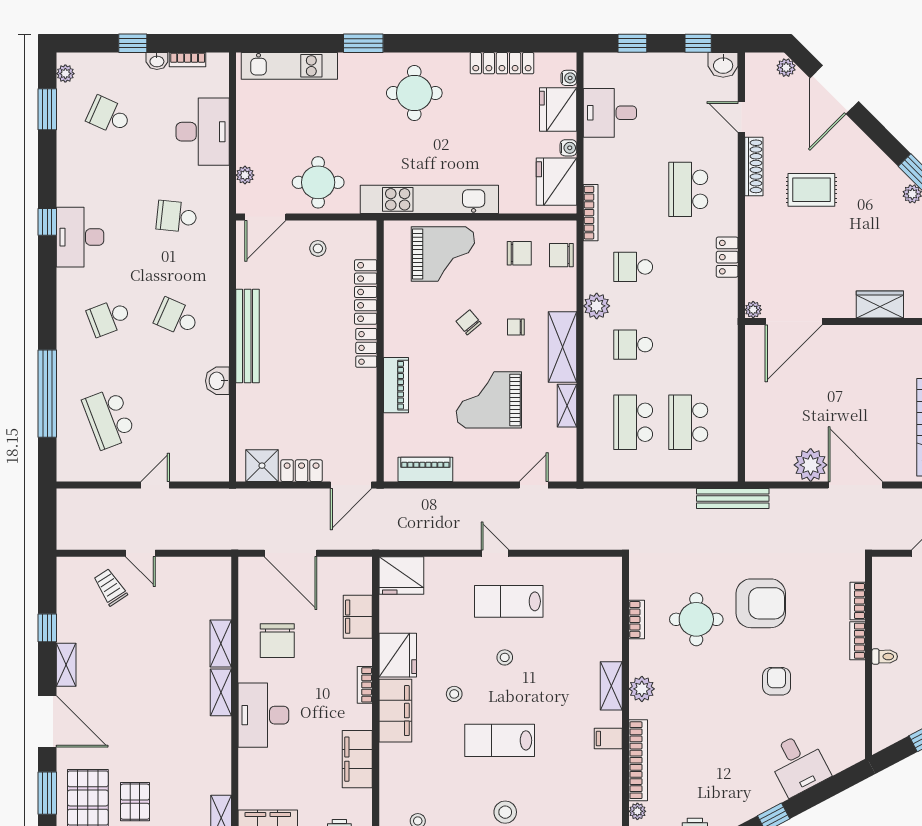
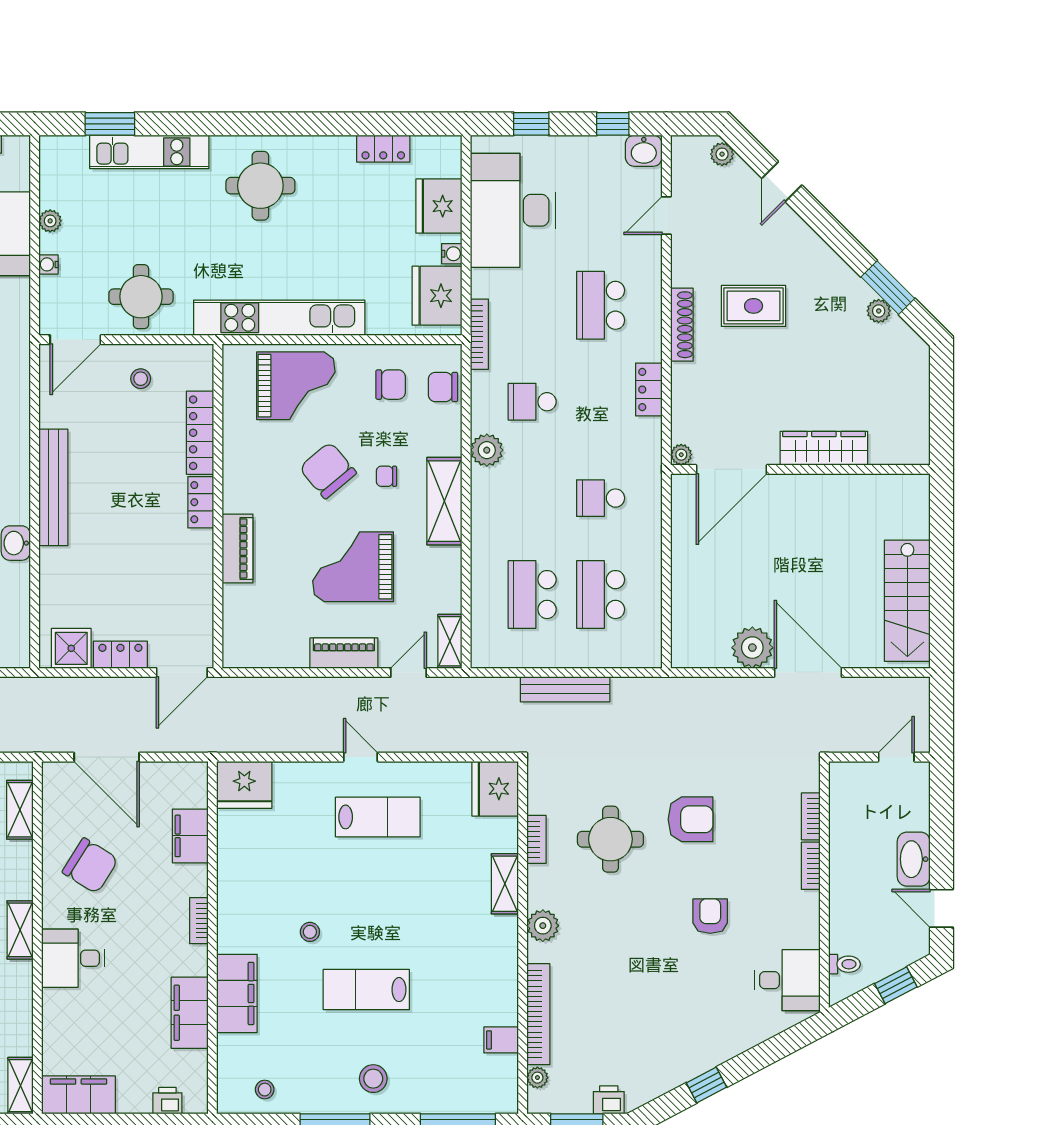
window: (363, 43) -> (110, 124), moved
locker: (502, 63) -> (383, 149), width x0.66
kitchen unit: (289, 66) -> (149, 152), moved
water cooler: (569, 78) -> (48, 264), moved, turned 180
door: (834, 90) -> (782, 182), width x0.53
desk: (610, 113) -> (513, 210), width x1.87, depth x1.30
door: (741, 117) -> (666, 215), hinge flipped
shoe rack: (754, 166) -> (682, 325), moved
plant: (245, 175) -> (50, 221), moved
wardrobe: (880, 304) -> (824, 448), width x1.50
chair: (469, 322) -> (328, 470), width x1.87, depth x1.87
school desk: (633, 345) -> (601, 498), moved
shelving: (567, 406) -> (450, 641), moved
piano: (425, 469) -> (344, 653), moved
bench: (733, 499) -> (565, 689), moved
lab bench: (509, 601) -> (378, 817), turned 180
armchair: (761, 603) -> (691, 819), width x0.73, depth x0.73
chair: (277, 641) -> (90, 866), turned -58
shelving: (221, 643) -> (20, 810), moved
fridge: (398, 655) -> (495, 789), moved, turned 180
stool: (505, 657) -> (373, 887), removed
toilet: (885, 657) -> (844, 964), moved
shelving: (611, 686) -> (505, 884), moved
filing cabinet: (395, 711) -> (237, 993), moved
desk: (263, 715) -> (73, 958), width x0.73
filing cabinet: (608, 739) -> (501, 1040), moved
desk: (798, 764) -> (787, 980), moved, turned -62

